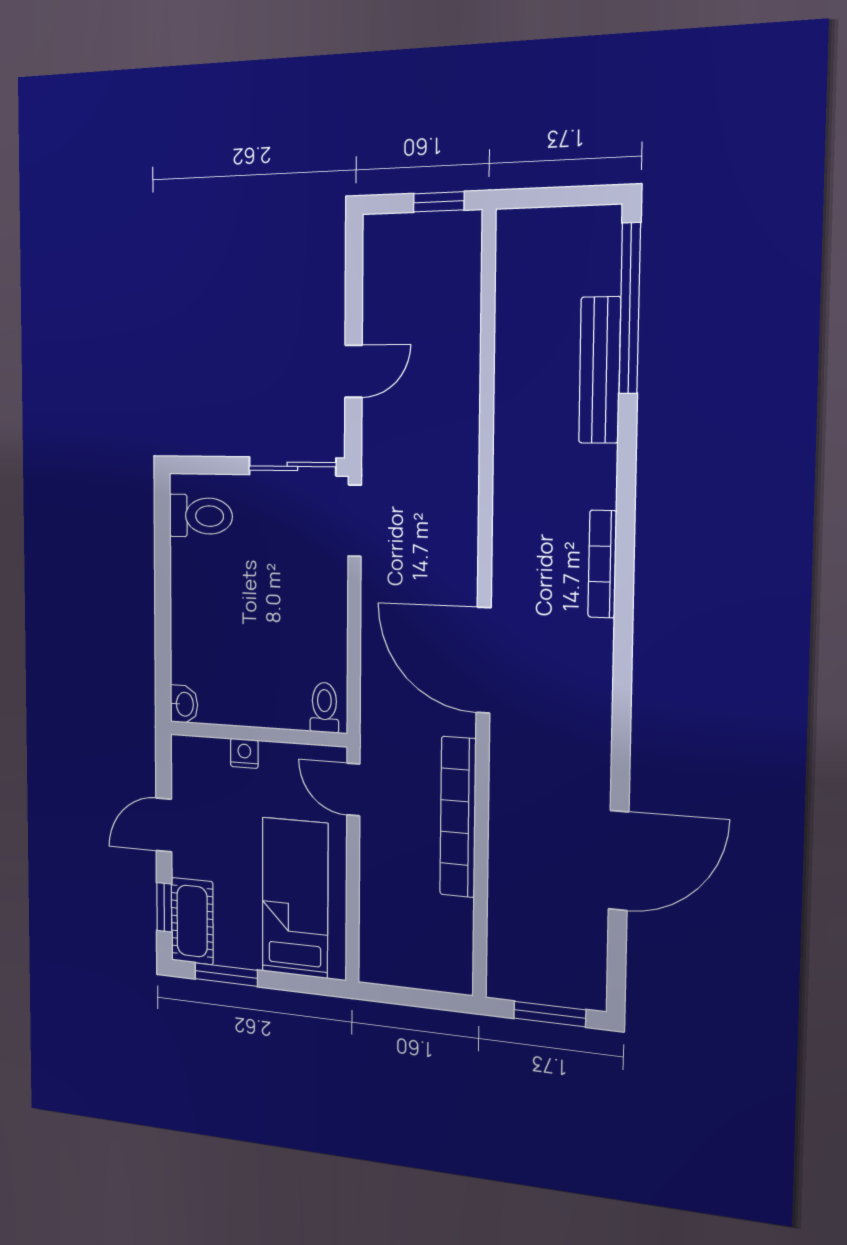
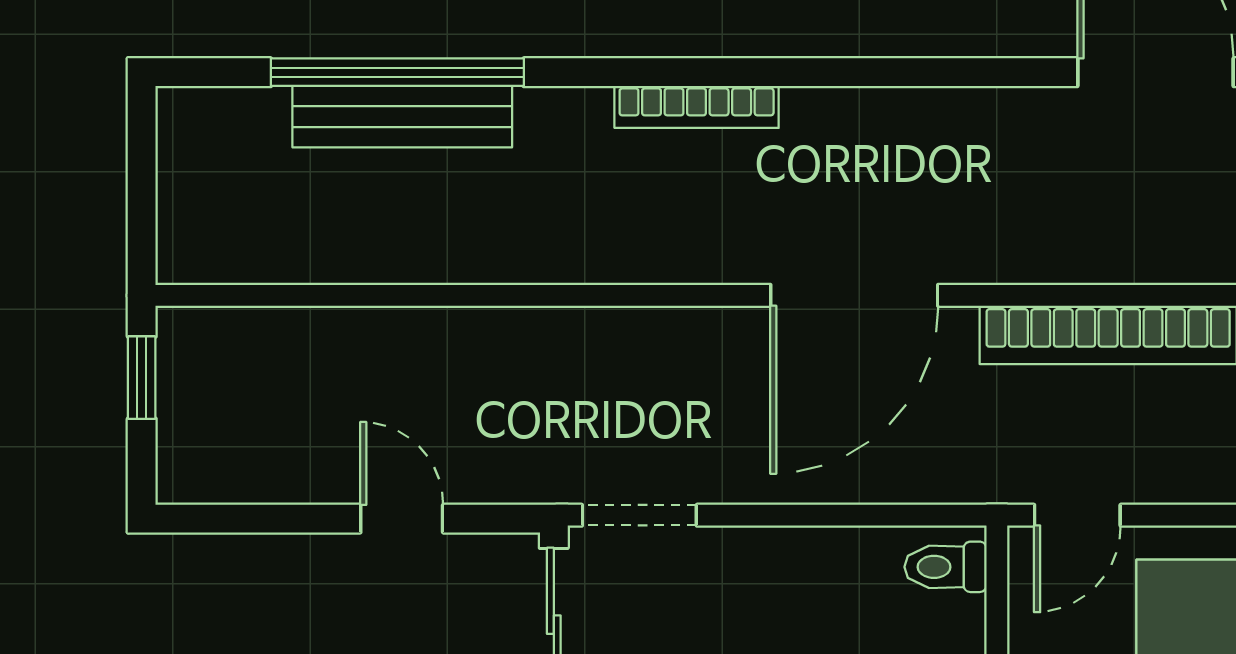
window: (630, 308) -> (397, 72), moved

